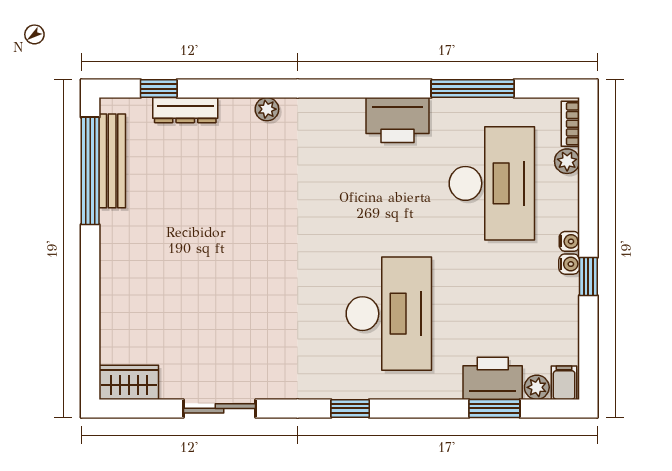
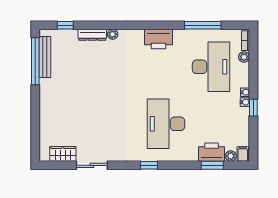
dresser: (185, 110) -> (92, 35), moved
printer: (397, 120) -> (158, 39), moved
desk: (389, 314) -> (166, 124), turned 180
wardrobe: (129, 382) -> (63, 154), moved

